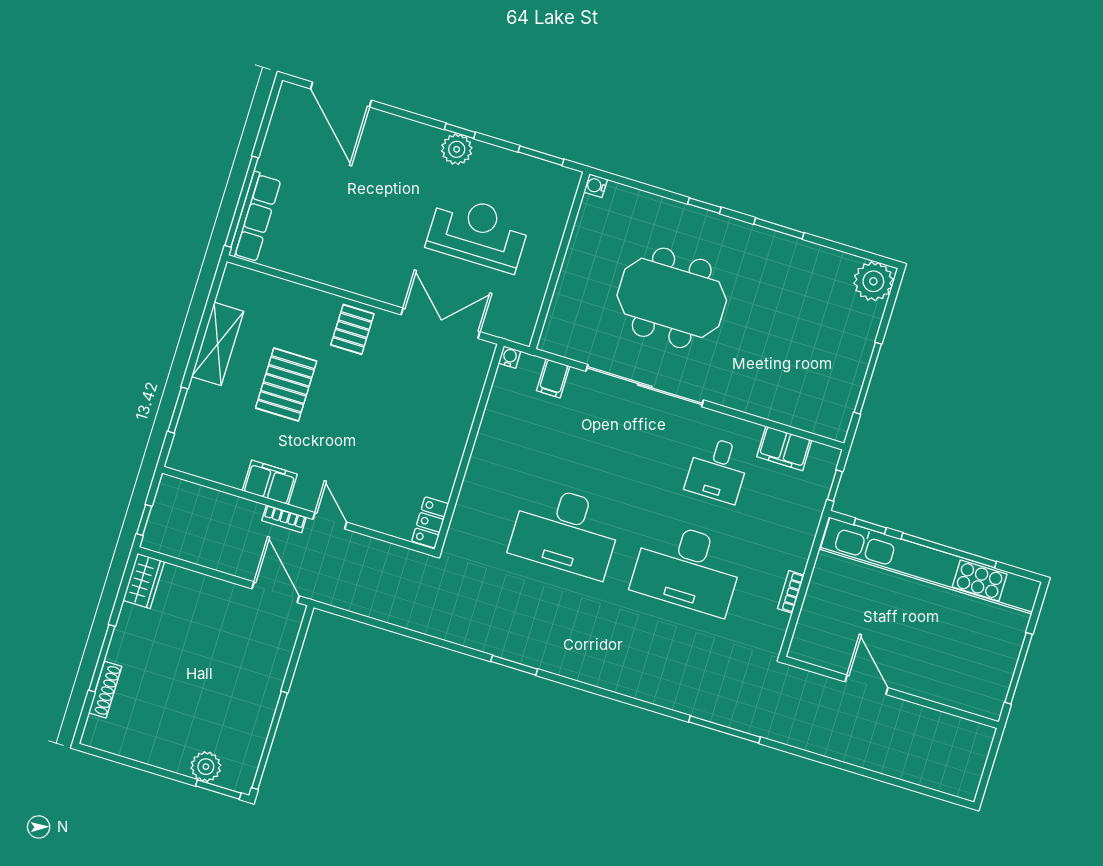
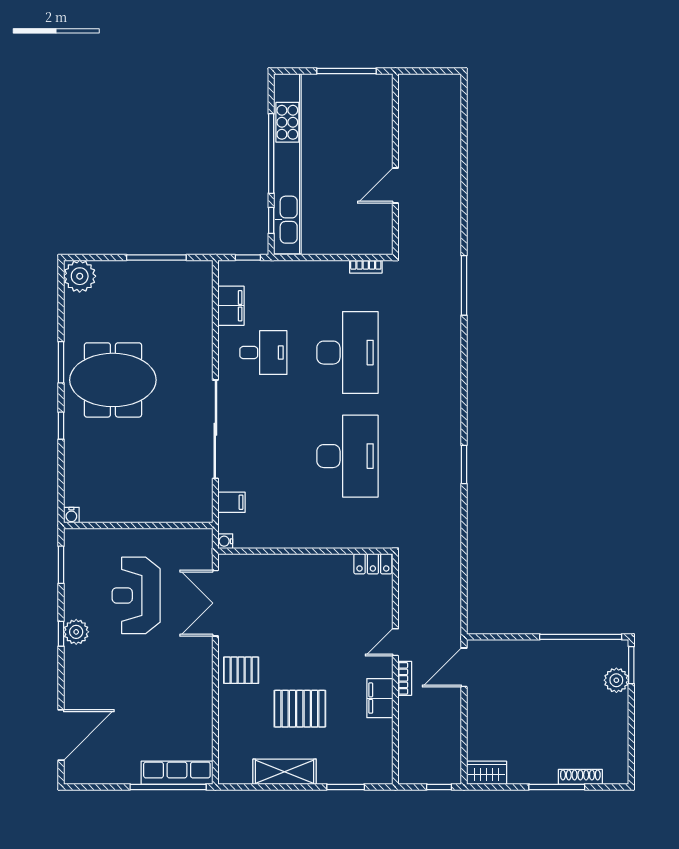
meeting table: (672, 298) -> (113, 380), moved, turned 90
bookcase: (791, 592) -> (366, 267), moved

